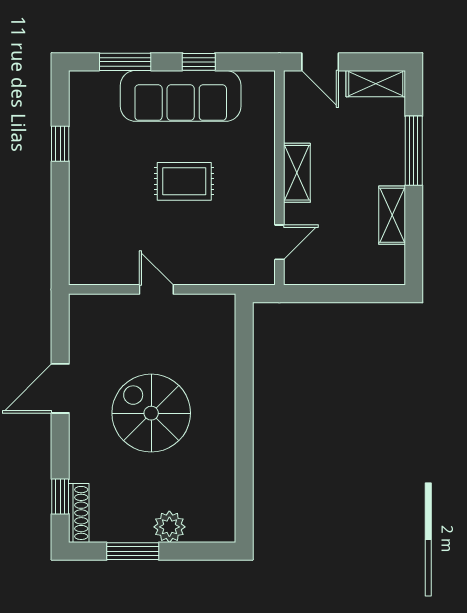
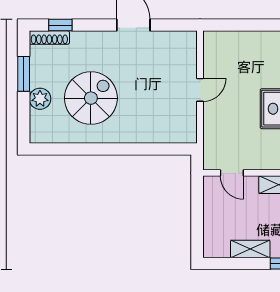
spiral stairs: (151, 413) -> (91, 98), moved

